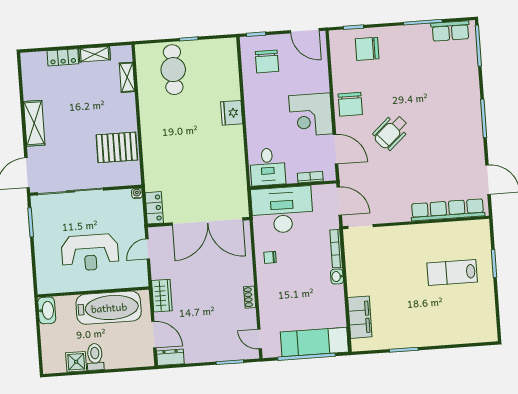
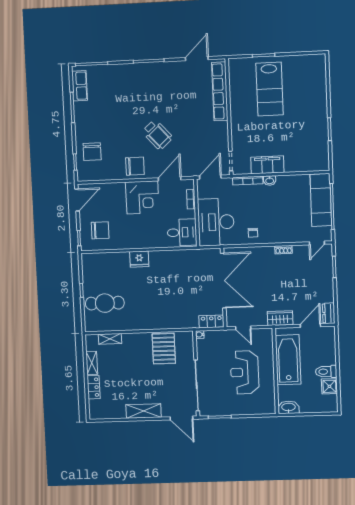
reception desk: (90, 253) -> (245, 372), turned 180
lab bench: (452, 273) -> (270, 89), width x1.36, depth x1.39
filing cabinet: (360, 317) -> (267, 165), moved

